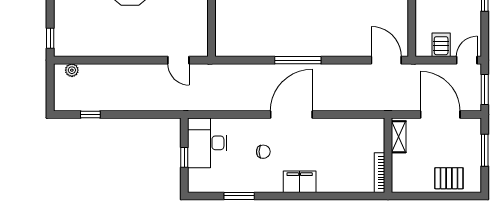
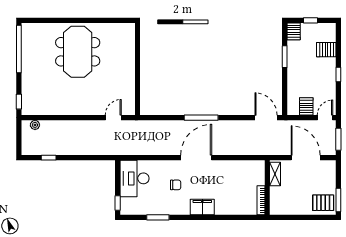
door: (178, 60) -> (113, 118), swing flipped
window: (485, 150) -> (338, 200), moved
window: (184, 157) -> (118, 203), moved
pallet: (449, 178) -> (323, 203), moved

